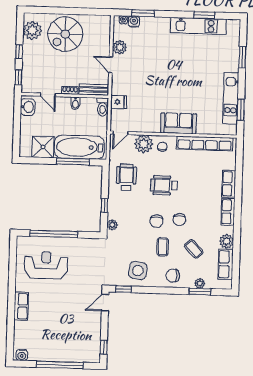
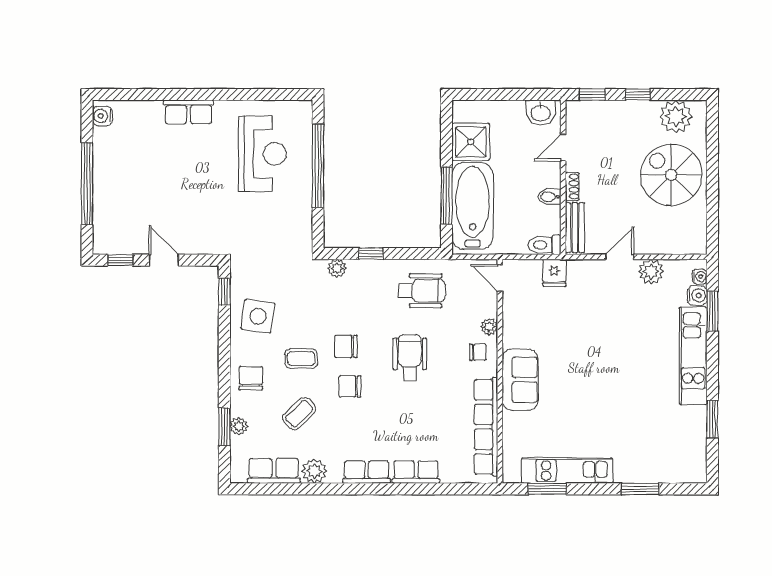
kitchen unit: (198, 26) -> (693, 356), moved
plant: (144, 144) -> (489, 327), width x0.53, depth x0.53
door: (105, 303) -> (164, 260), moved

